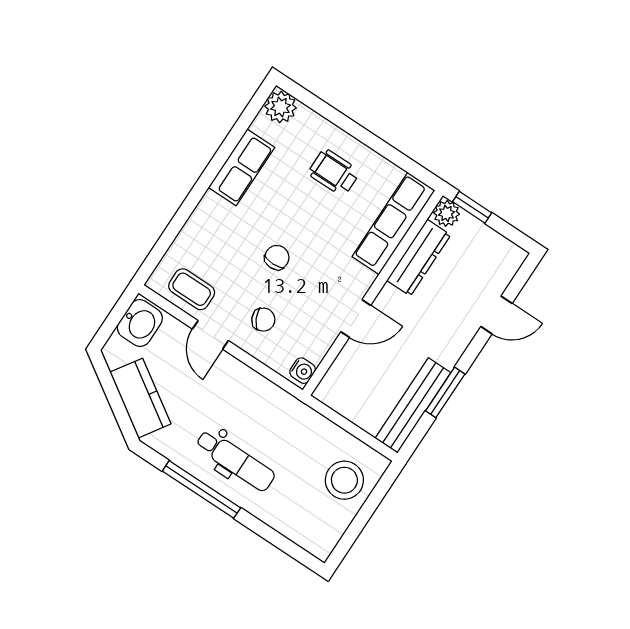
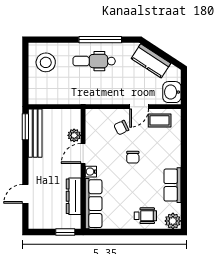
wheelchair: (334, 172) -> (145, 216), moved
plant: (447, 213) -> (74, 135), moved
door: (210, 335) -> (139, 107), swing flipped
water cooler: (303, 371) -> (91, 172), moved
window: (445, 392) -> (25, 127), moved
stool: (344, 480) -> (46, 62), moved

